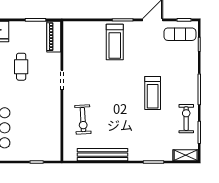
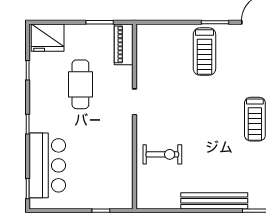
cafe table: (21, 67) -> (80, 84), width x1.37, depth x1.35
exercise bike: (83, 120) -> (162, 154), turned -87
bench: (102, 155) -> (214, 201), moved

